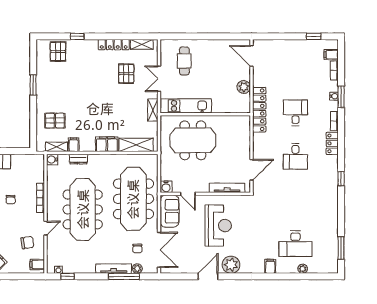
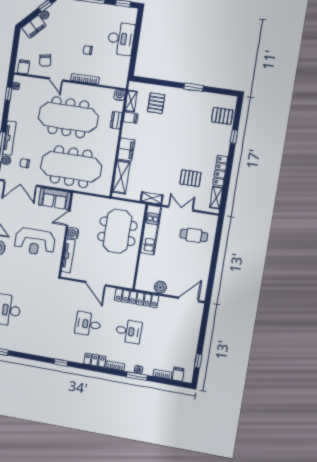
door: (252, 170) -> (96, 284), moved
water cooler: (166, 187) -> (73, 233), moved

